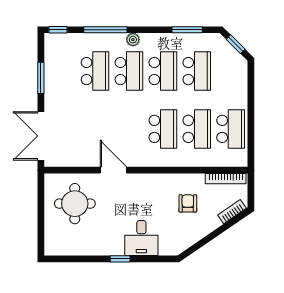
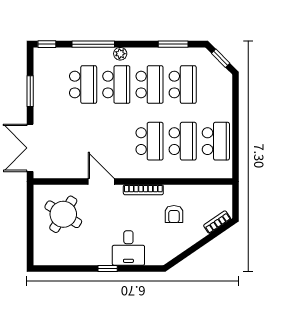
bookcase: (226, 179) -> (143, 190), moved
armchair: (188, 203) -> (174, 214), turned 180
round table: (75, 204) -> (63, 214), turned 32

